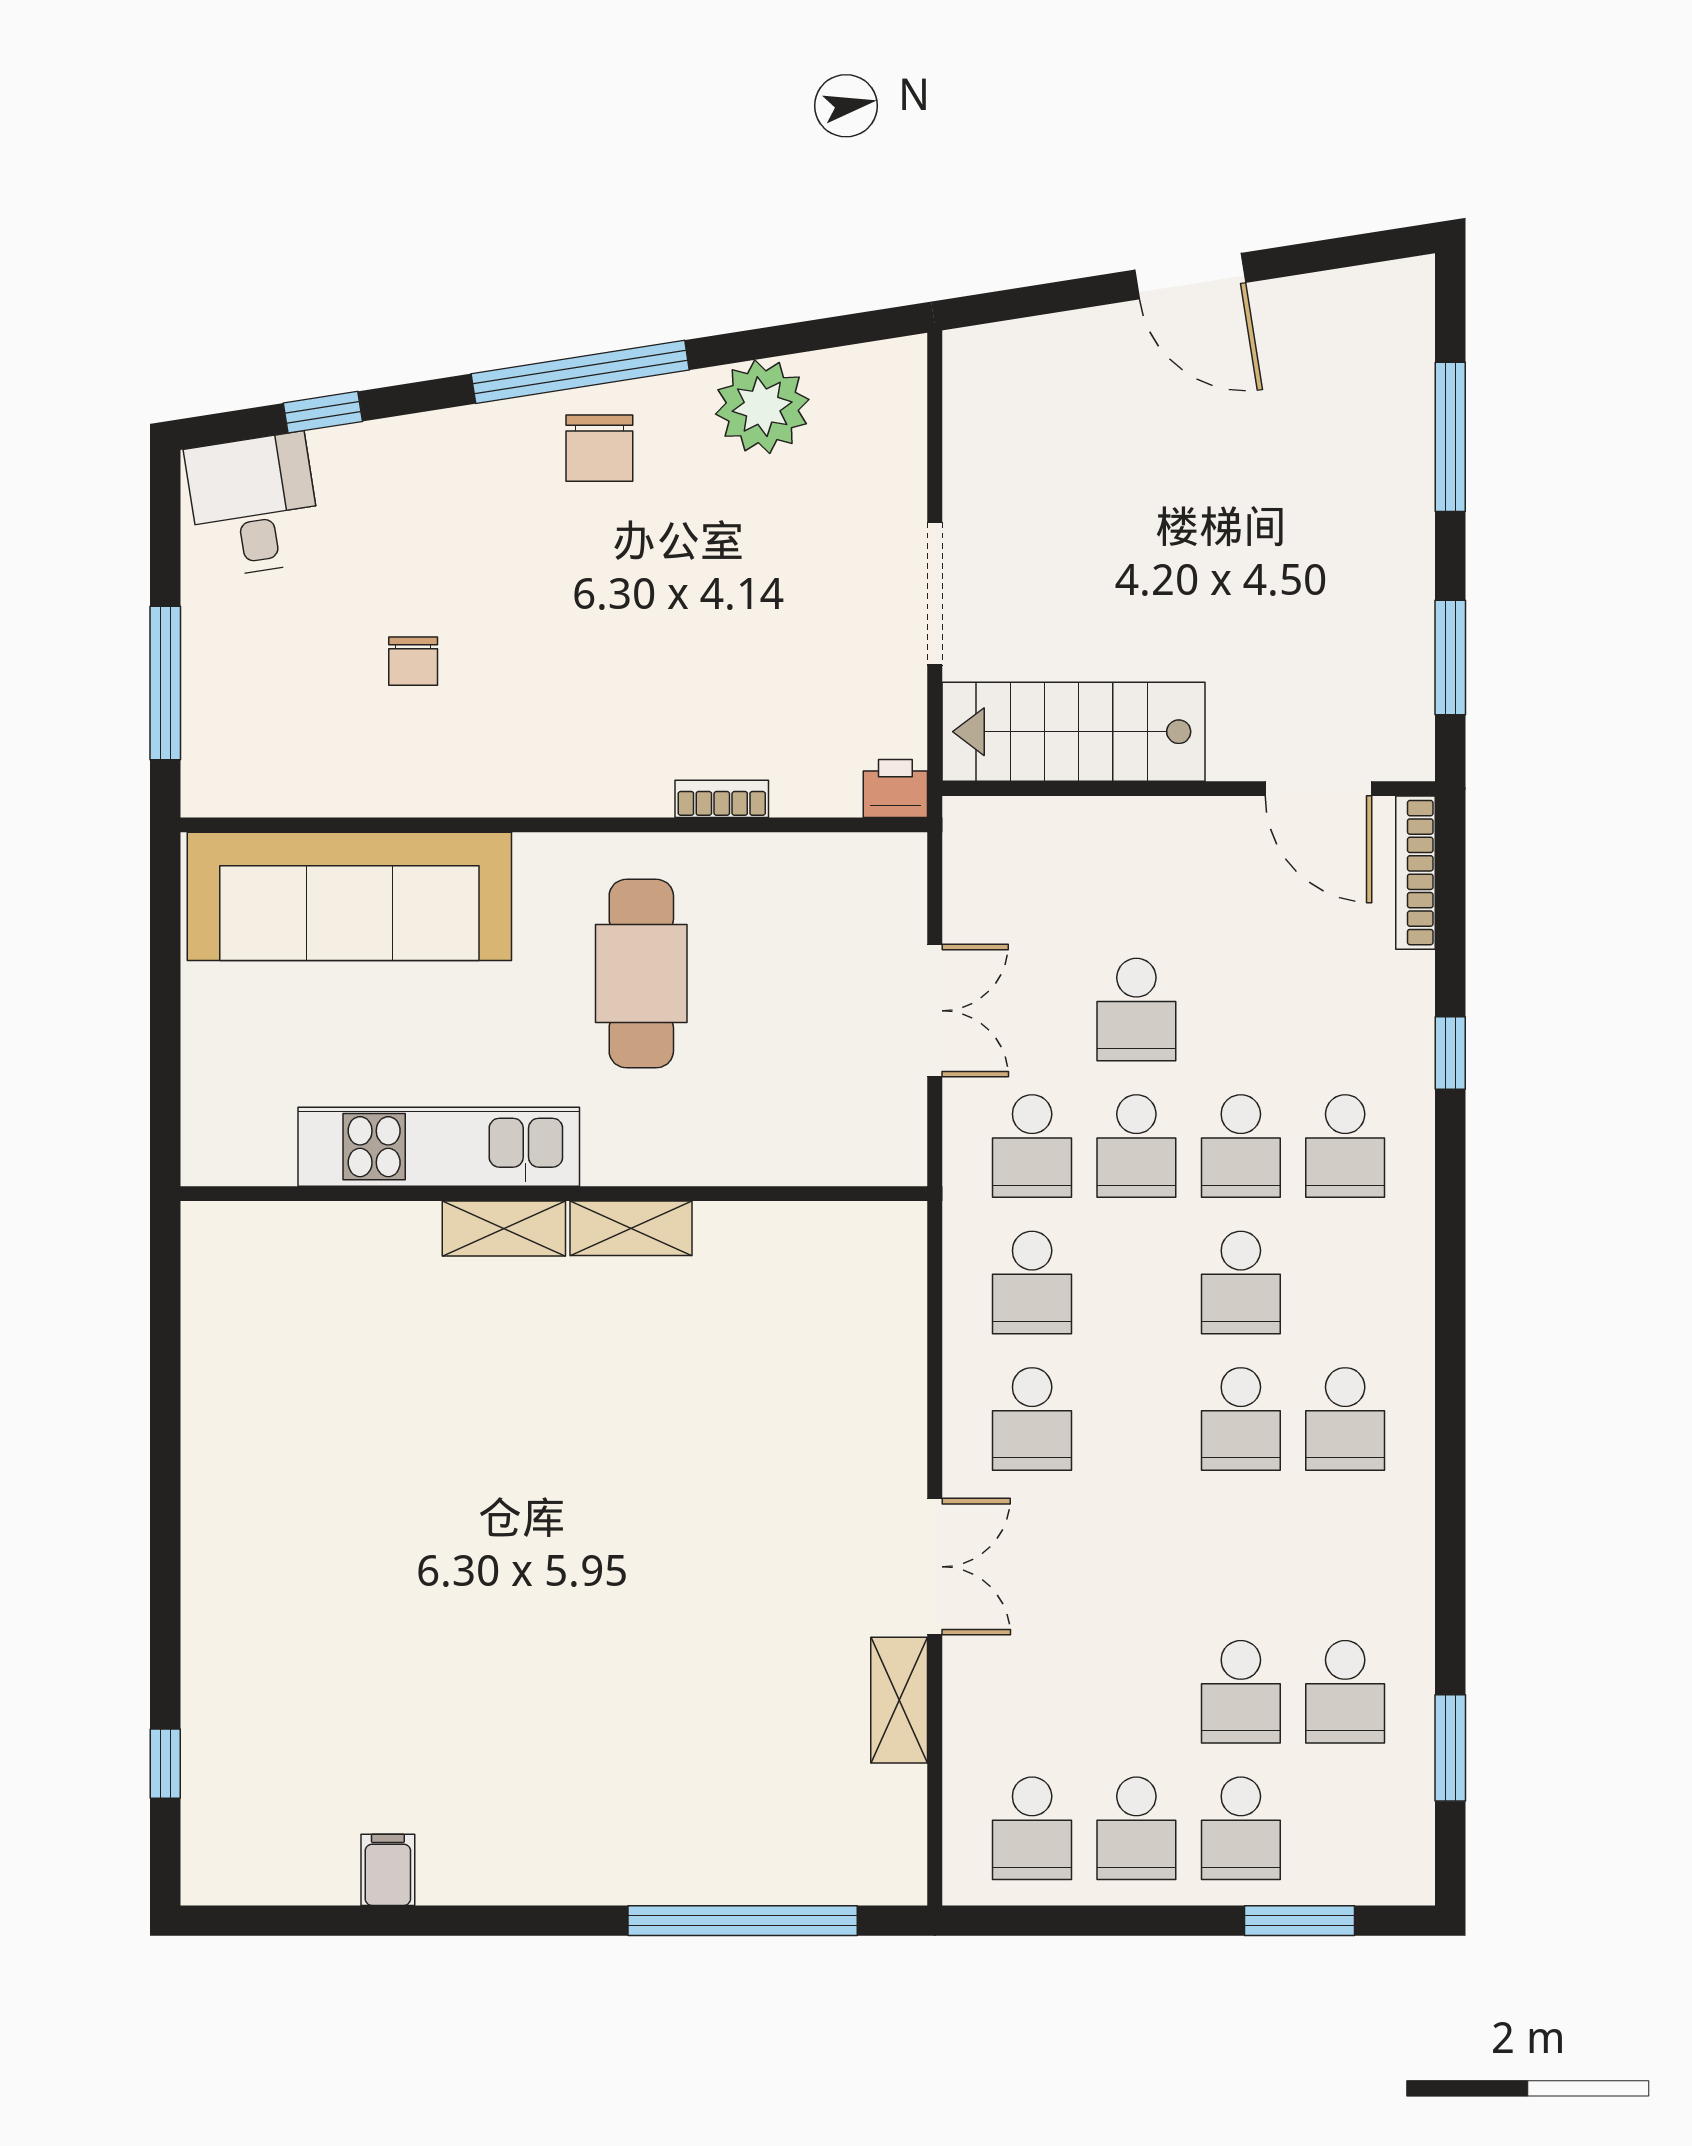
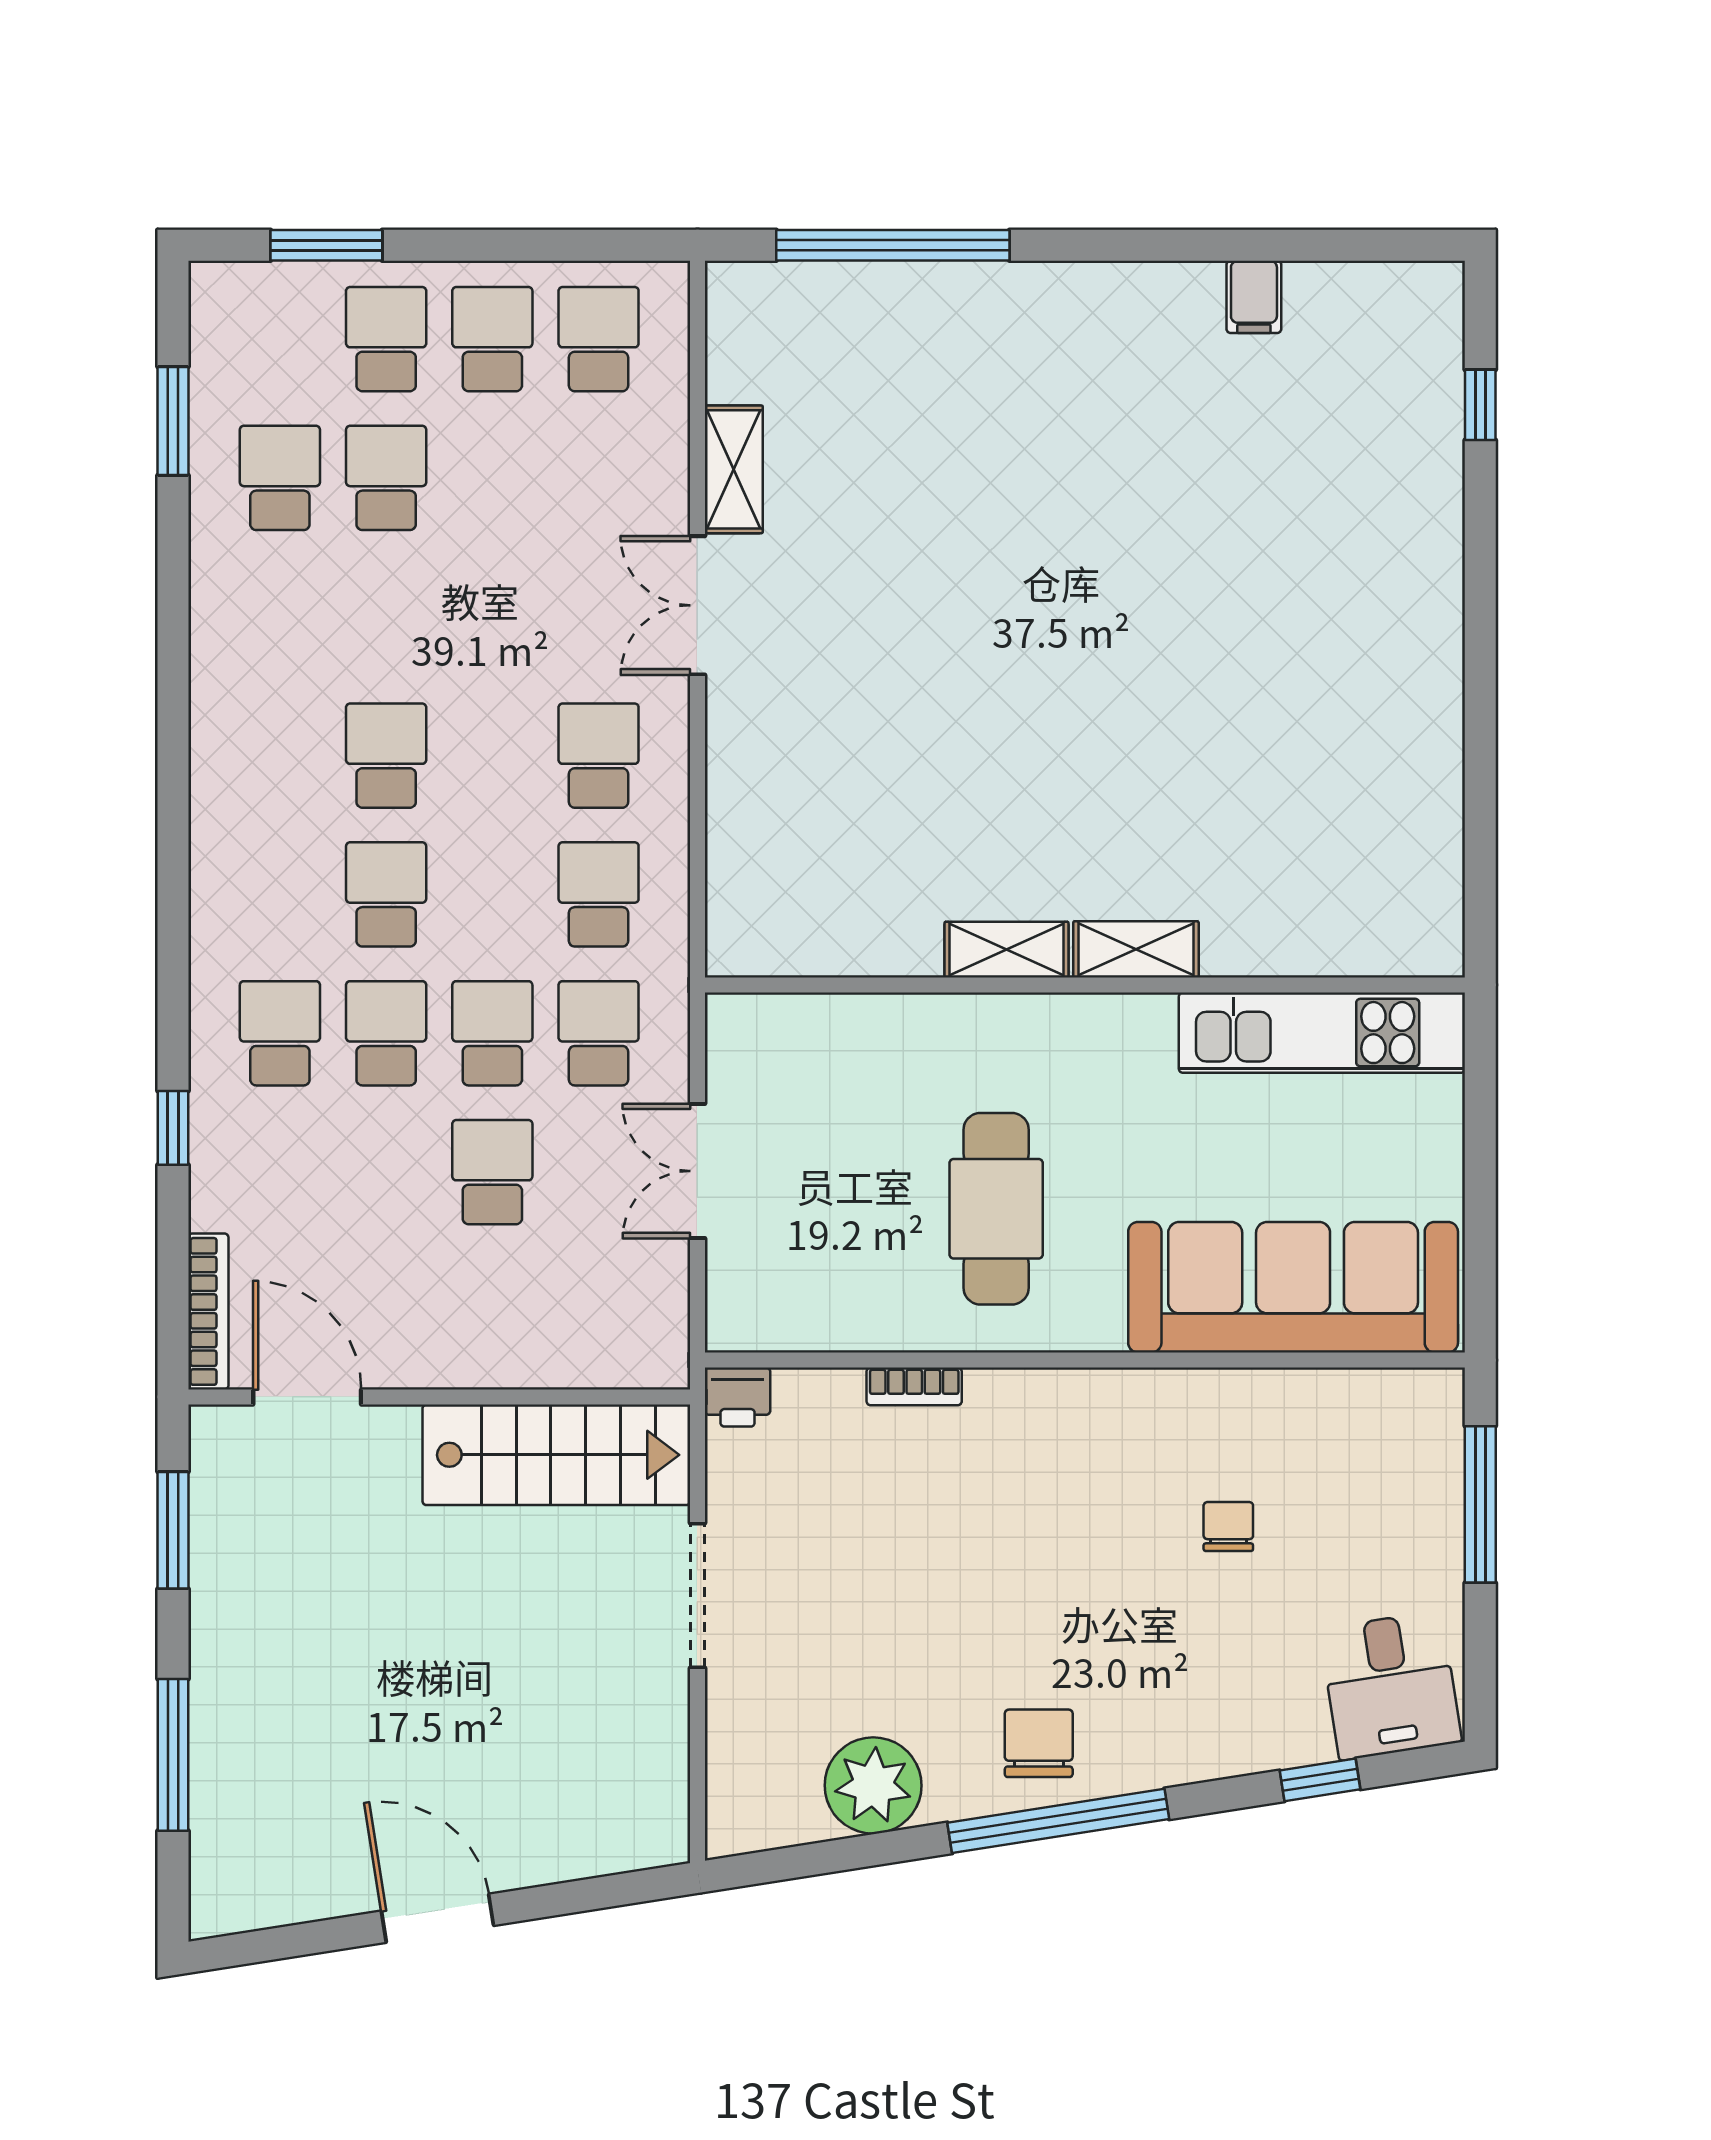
kitchen unit: (439, 1147) -> (1322, 1033), moved
school desk: (1345, 1419) -> (280, 756), removed

